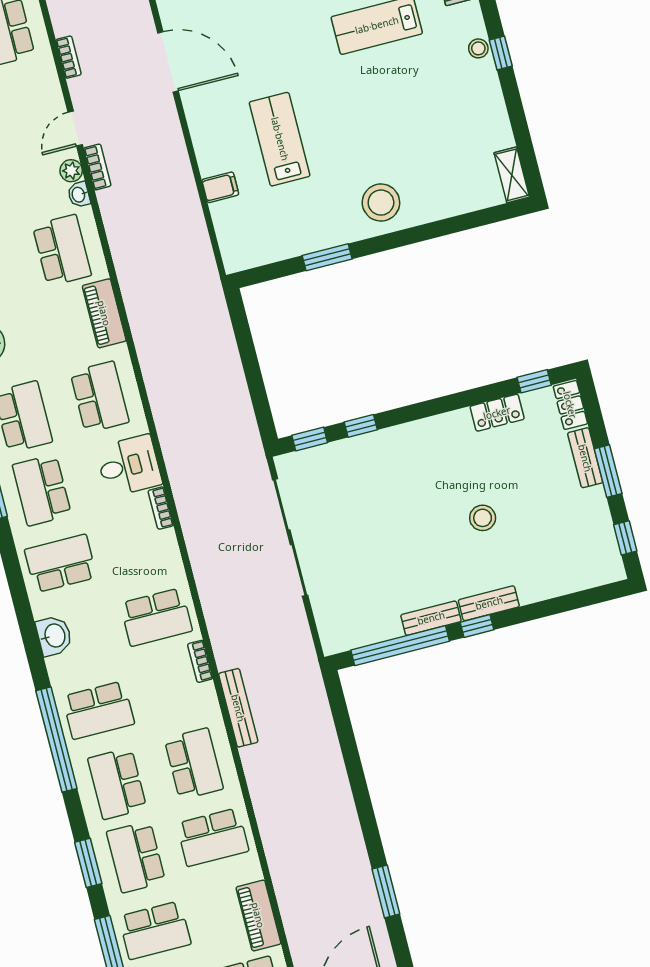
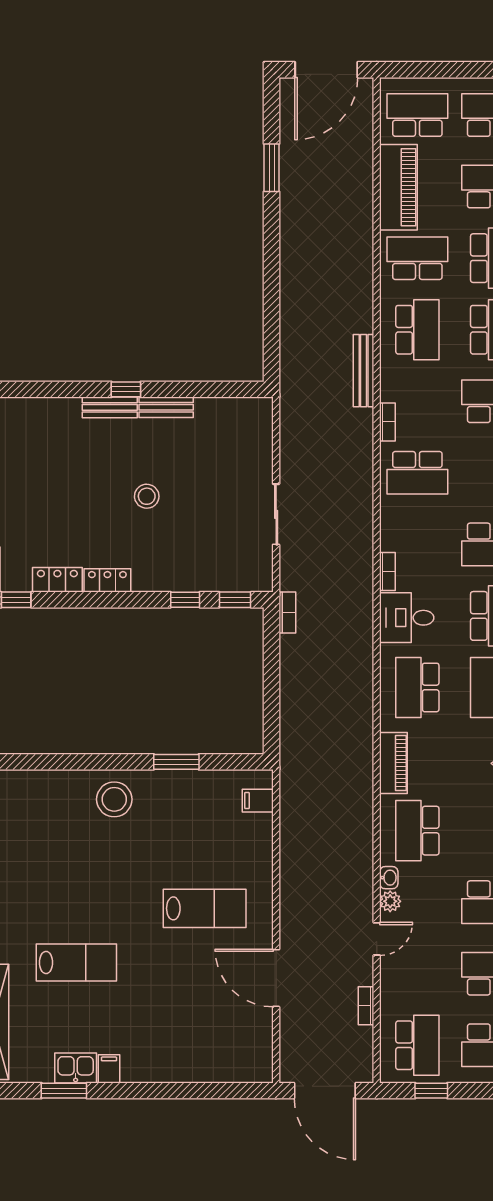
lab bench: (280, 139) -> (205, 908), moved, turned -90
bookcase: (97, 167) -> (287, 613), moved, turned 180
filing cabinet: (220, 187) -> (258, 801), moved
locker: (446, 425) -> (107, 580), added
stool: (483, 518) -> (147, 496), moved
sliding door: (290, 537) -> (276, 514), width x0.54
school desk: (156, 617) -> (417, 473), turned 180
window: (400, 646) -> (201, 389), removed
school desk: (194, 764) -> (417, 330), turned 180
piano: (258, 915) -> (398, 187), width x1.37, depth x1.33

